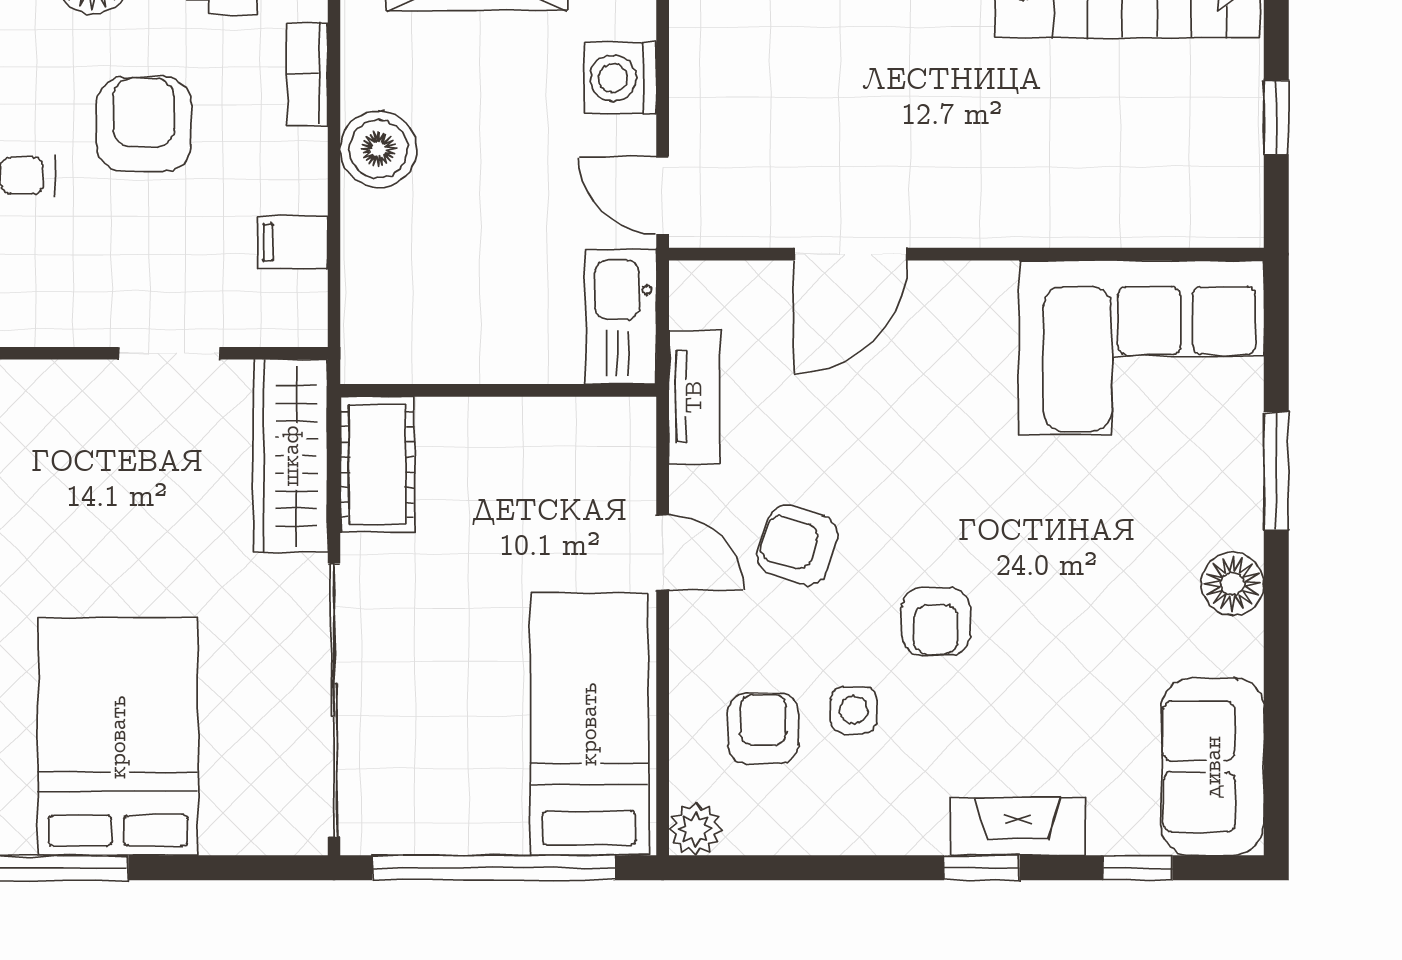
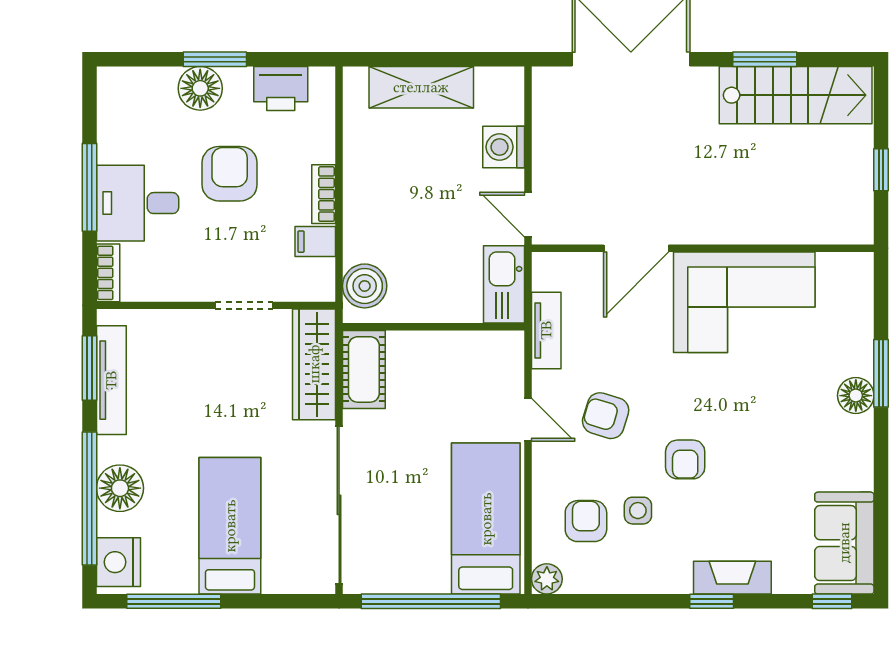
bookcase: (307, 74) -> (324, 194), moved
boiler: (379, 149) -> (365, 286), moved
corner sofa: (1141, 348) -> (744, 302), moved
floor lamp: (1232, 584) -> (856, 396), moved
bed: (118, 737) -> (230, 526), width x0.67
window: (1138, 868) -> (832, 601), moved

